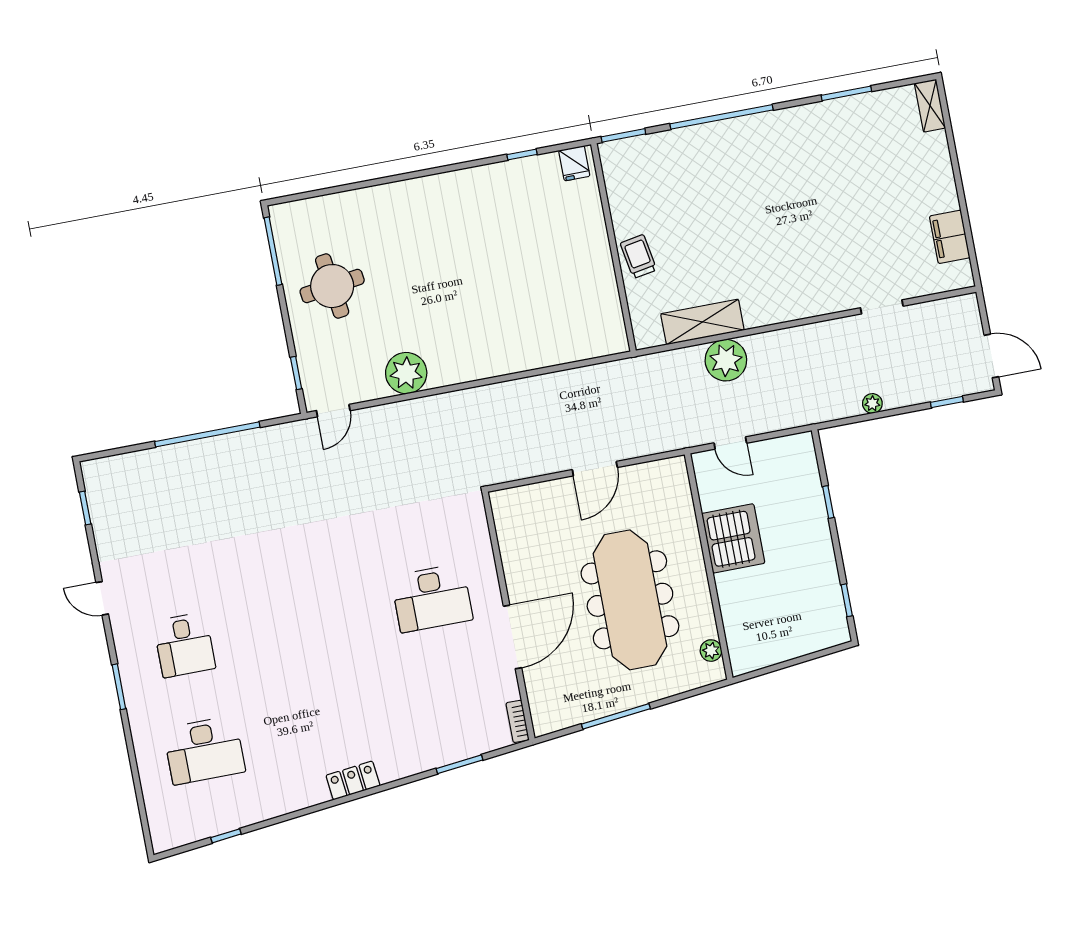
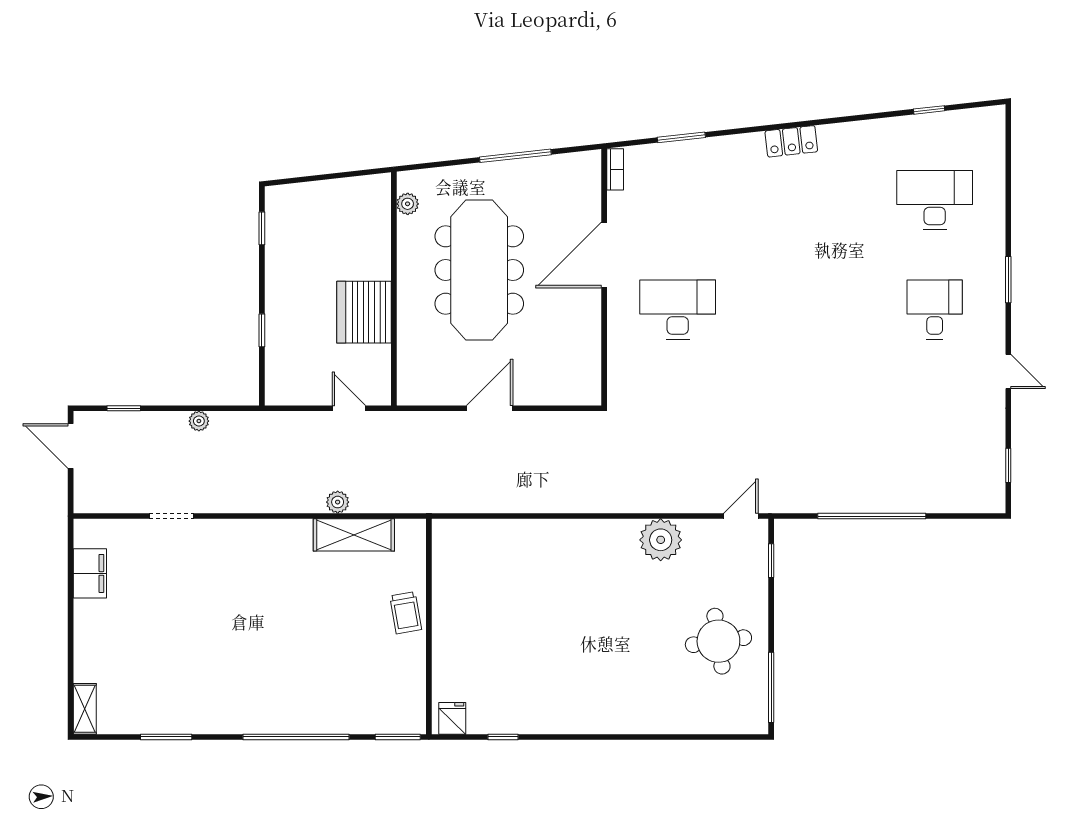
plant: (726, 360) -> (338, 502), width x0.53, depth x0.53

